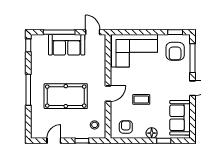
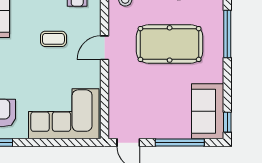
sofa: (67, 45) -> (208, 111), moved, turned -90
window: (28, 90) -> (227, 34), moved

